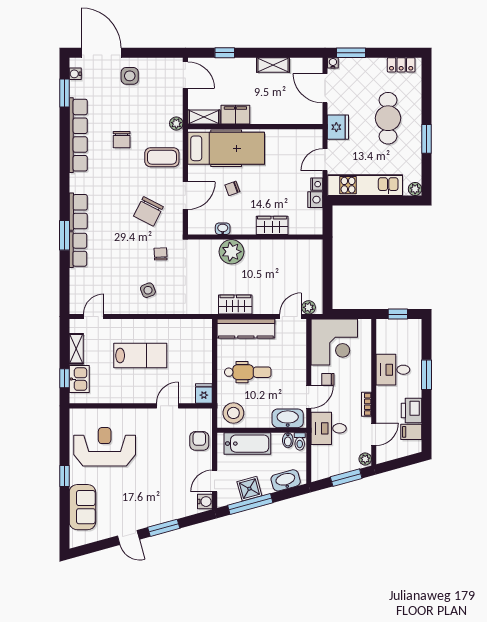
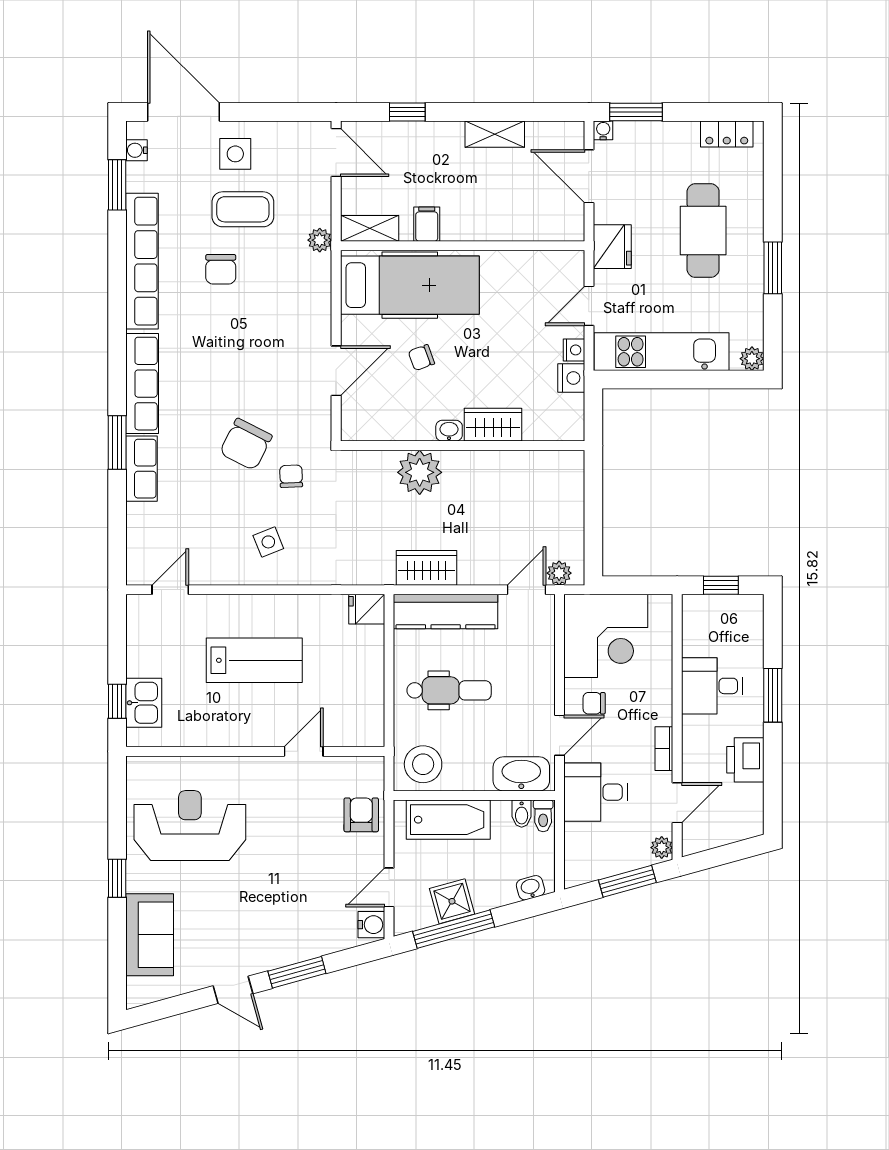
filing cabinet: (235, 115) -> (427, 224), width x0.50
coffee table: (162, 157) -> (243, 209), moved
chair: (148, 211) -> (246, 444), moved
row of seats: (78, 212) -> (142, 384), width x1.48
washbasin: (223, 229) -> (449, 431), moved
shelving: (76, 349) -> (138, 648), removed
fridge: (204, 394) -> (367, 609), moved, turned -90
filing cabinet: (411, 432) -> (745, 799), removed
washbasin: (286, 480) -> (531, 888), width x0.52, depth x0.69

